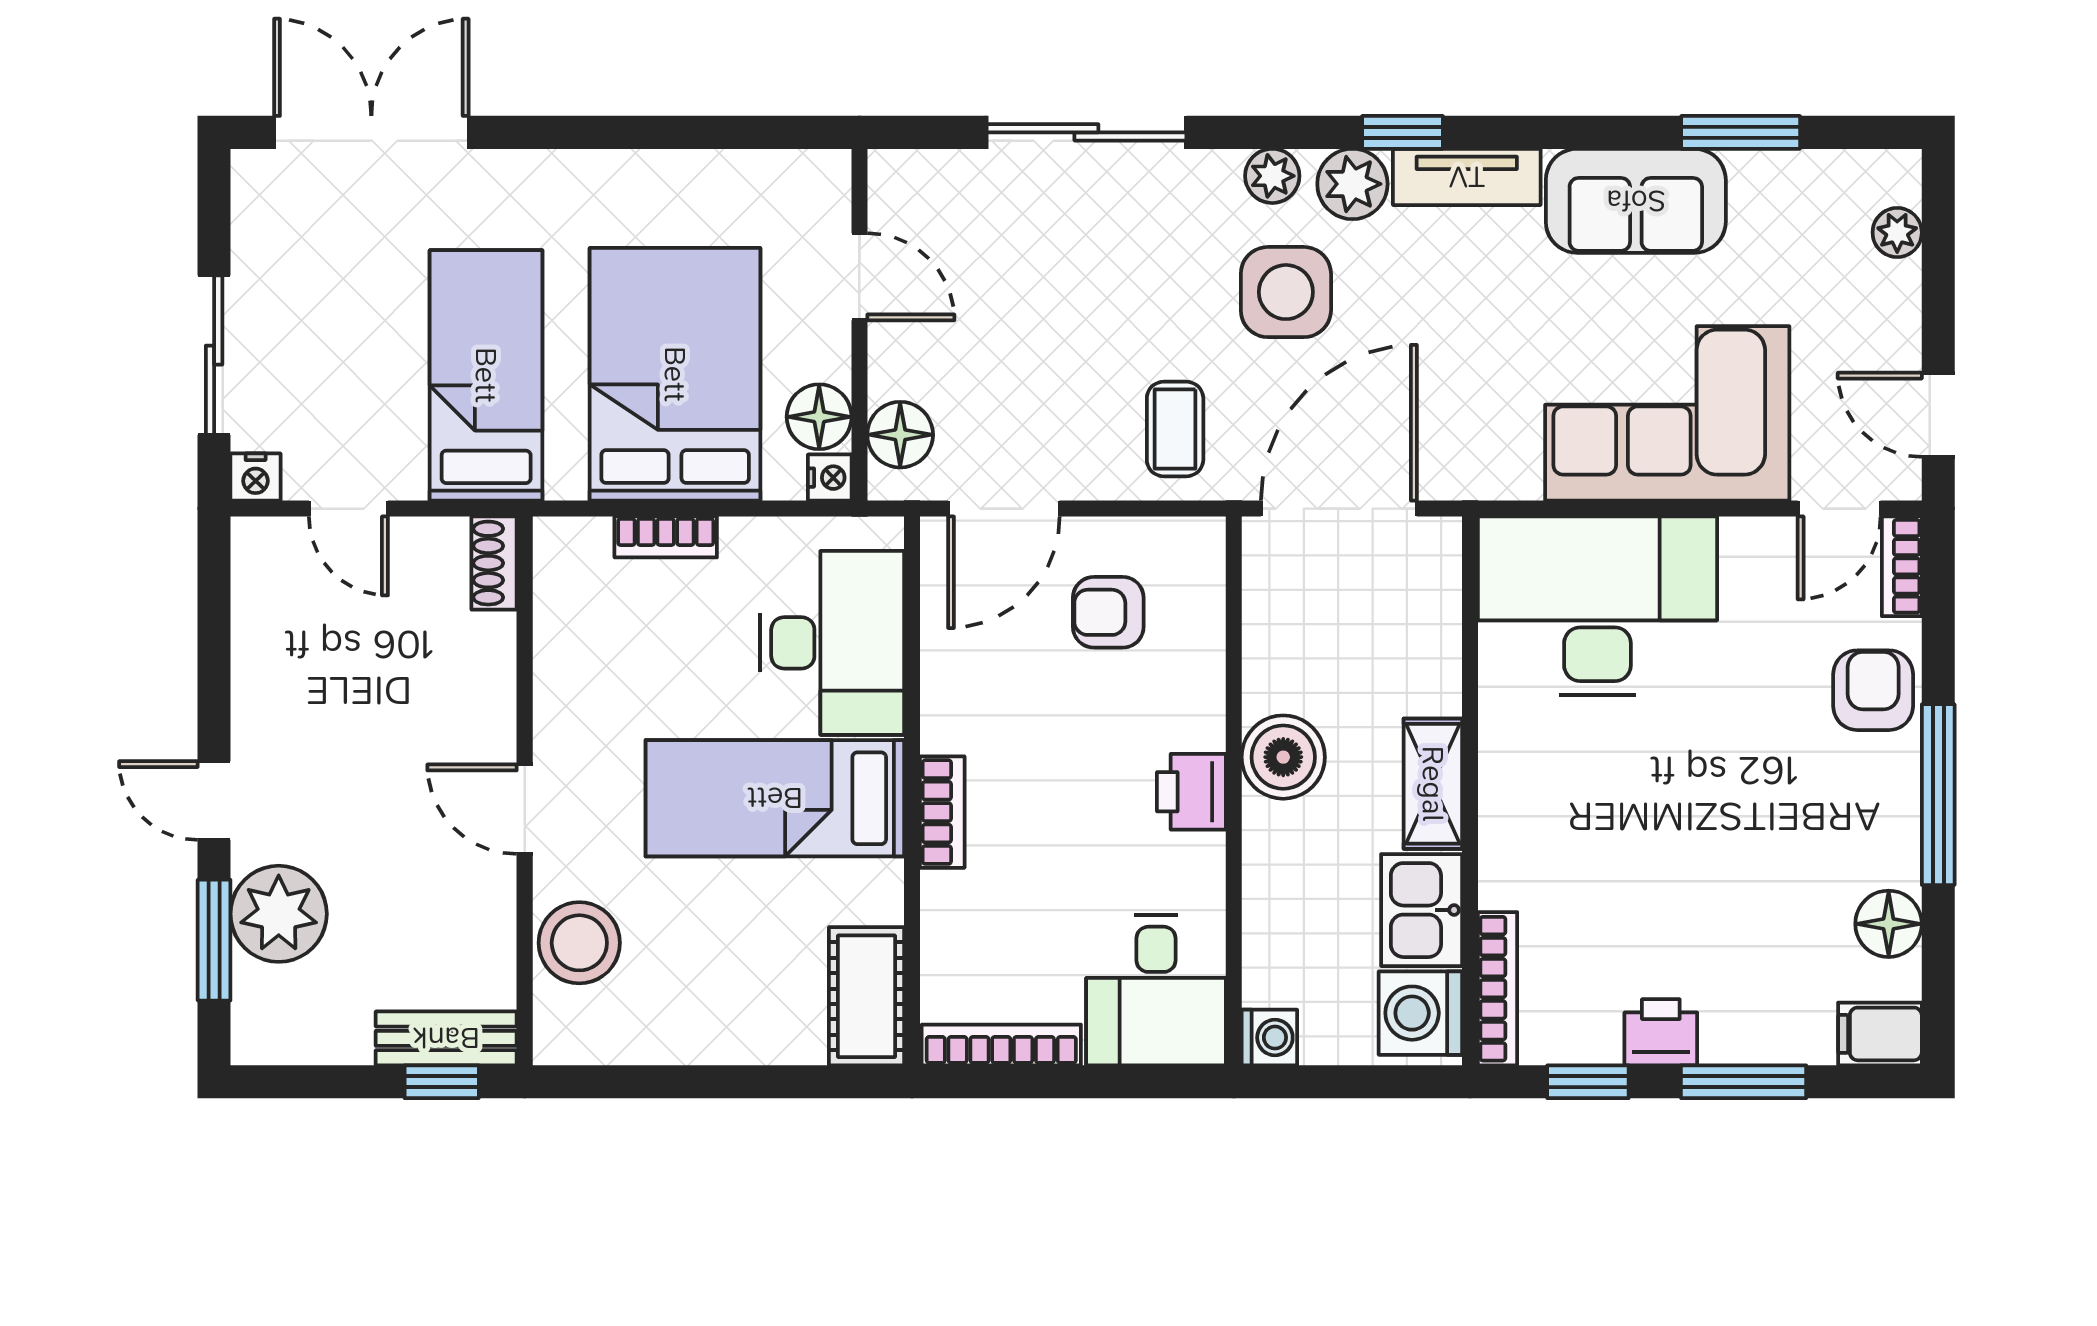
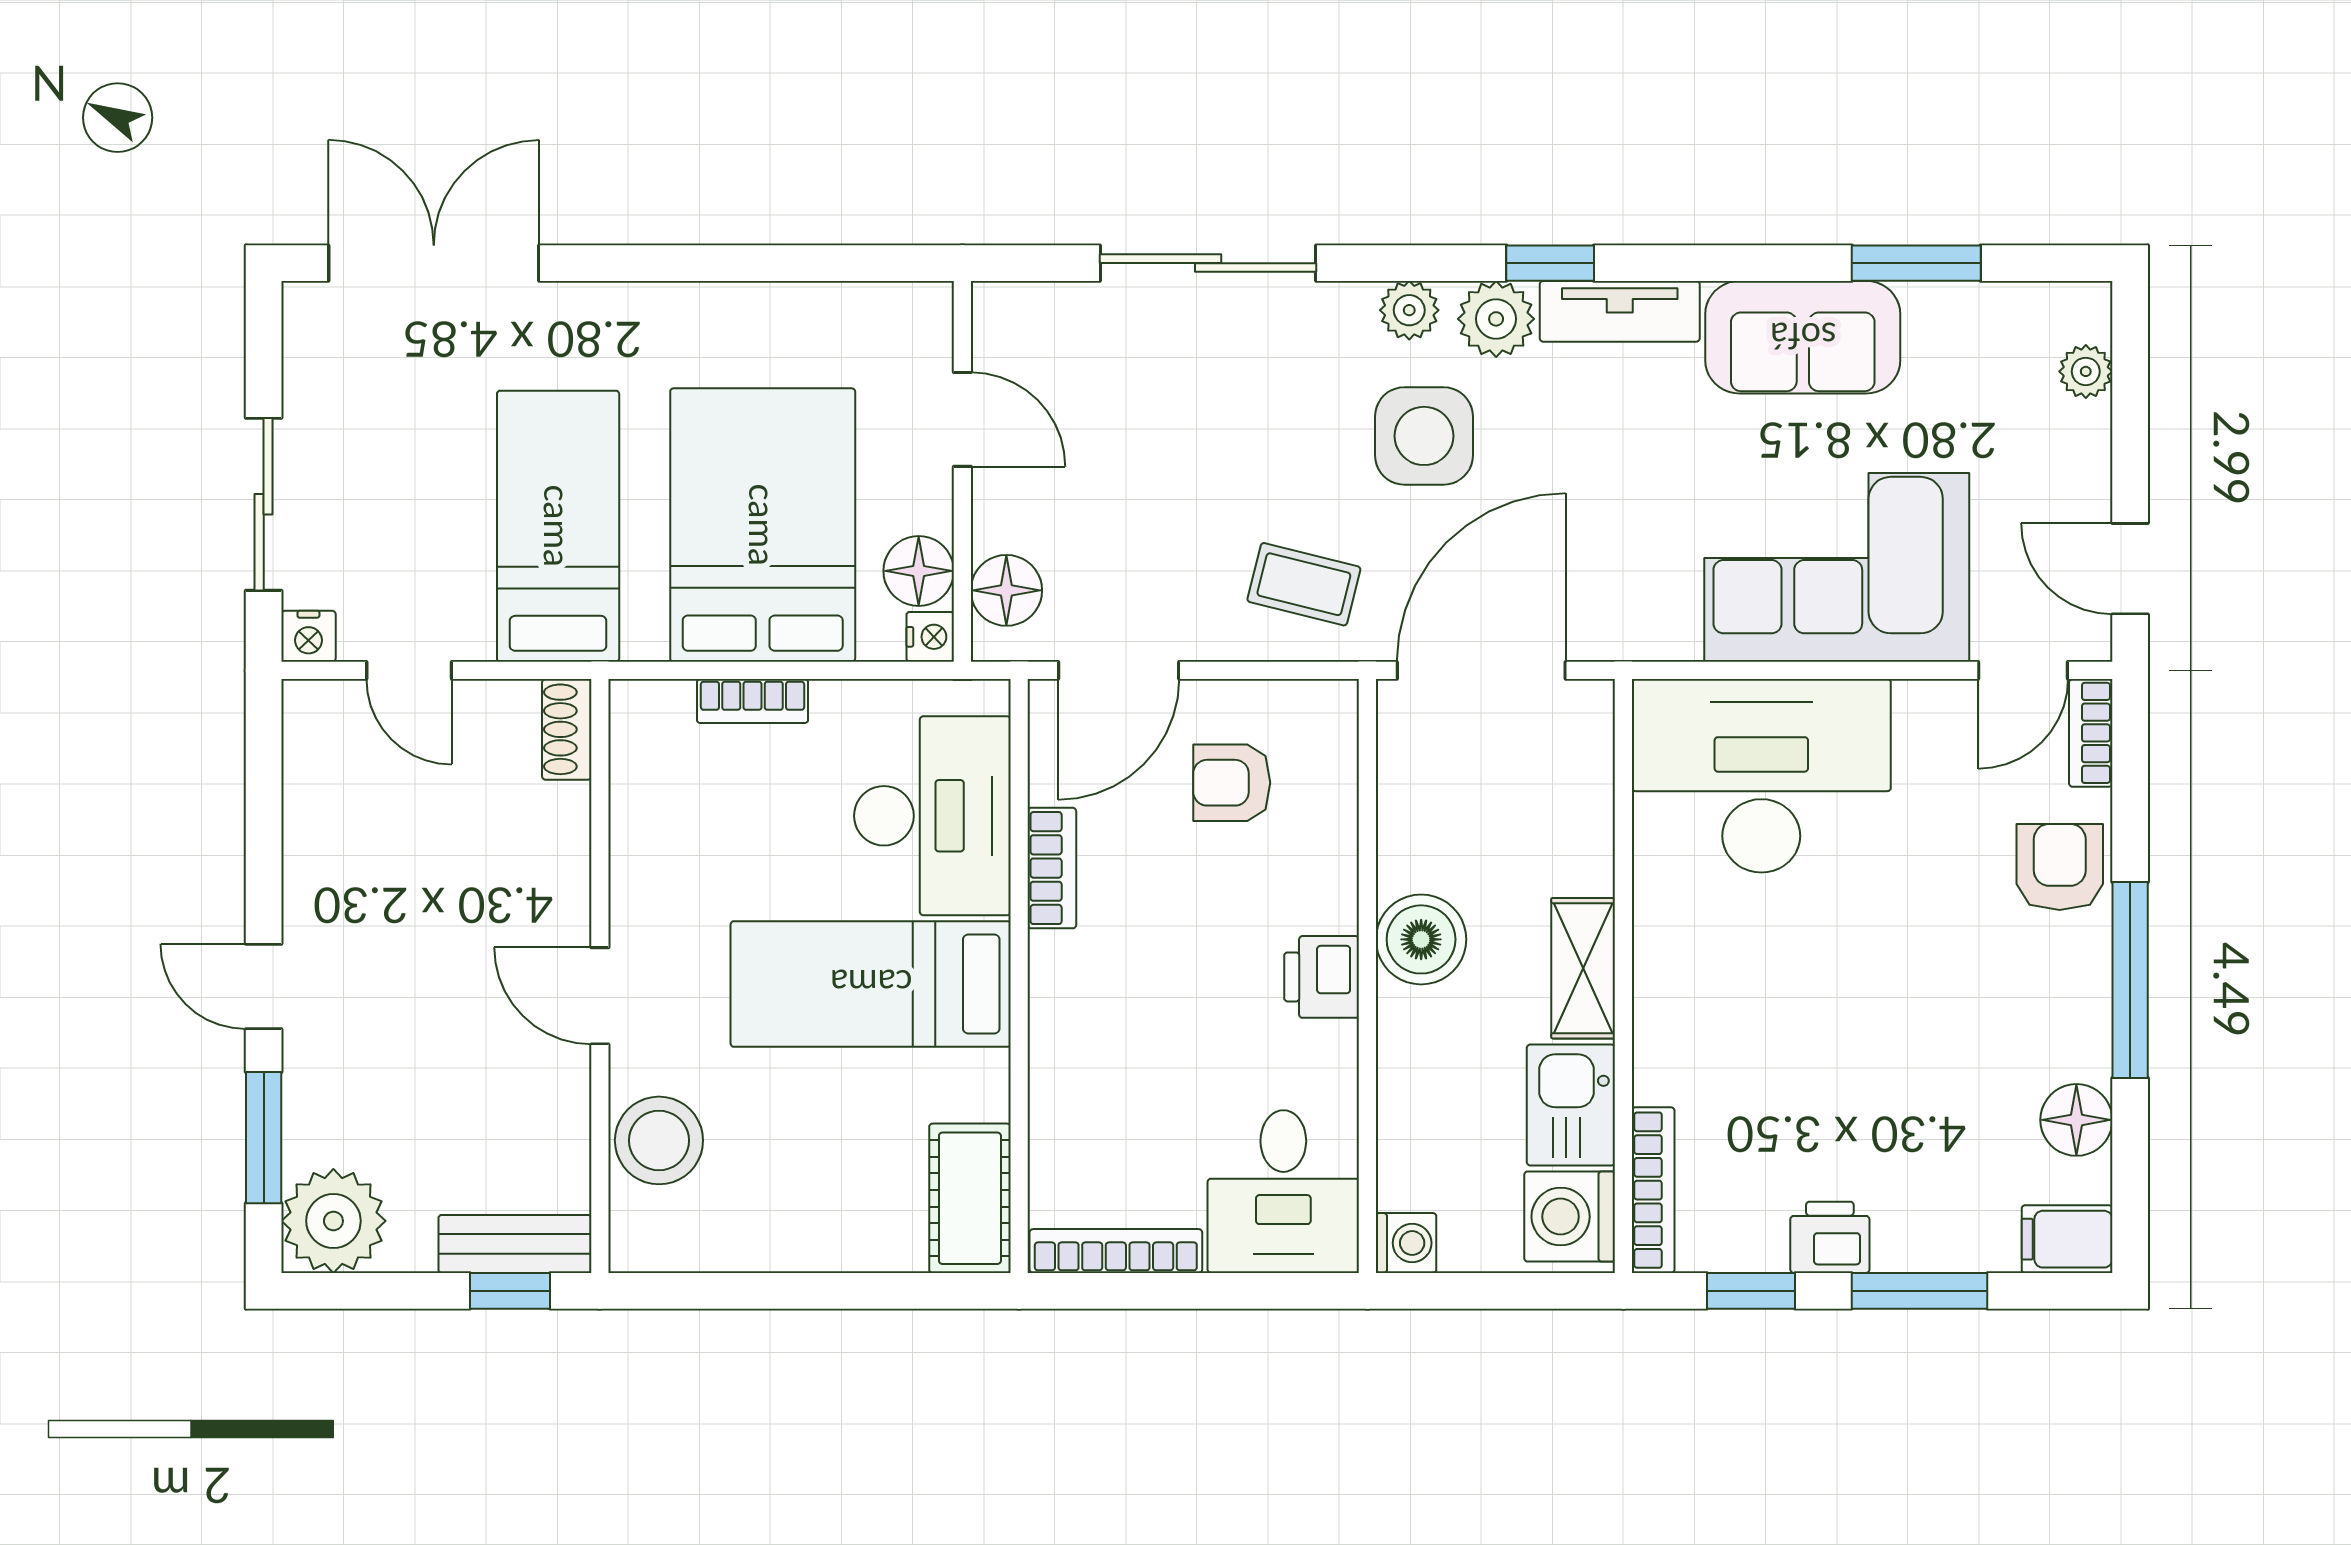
coffee table: (1175, 429) -> (1304, 584), turned -76
bookcase: (942, 812) -> (1052, 868), moved
plant: (279, 914) -> (333, 1221), moved

